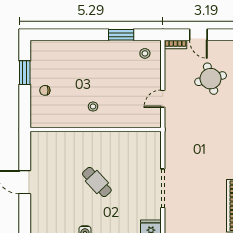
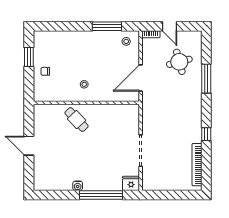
window: (121, 35) -> (107, 26), width x1.44
door: (163, 99) -> (141, 78), width x1.88
cafe table: (97, 182) -> (77, 120), moved

